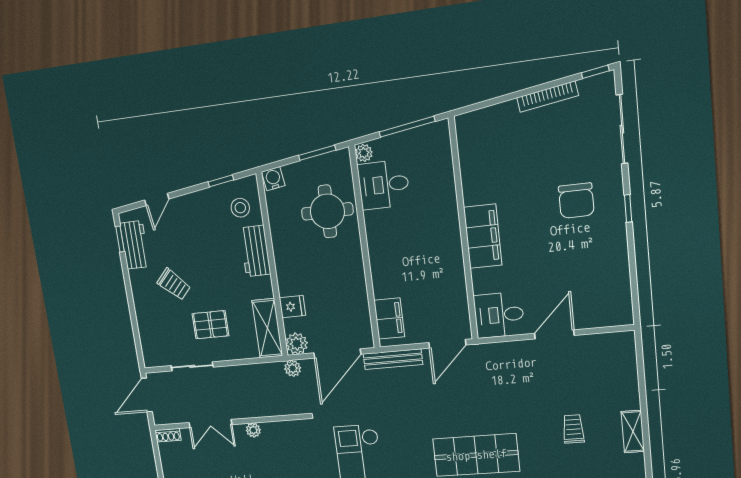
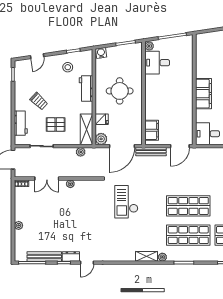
stool: (240, 208) -> (68, 67), moved
round table: (327, 211) -> (120, 91), moved
workbench: (135, 245) -> (21, 123), moved
plant: (293, 368) -> (81, 152), moved

